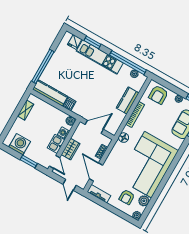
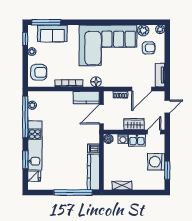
kitchen counter: (128, 100) -> (86, 98), moved
door: (94, 127) -> (102, 114), hinge flipped
washing machine: (20, 144) -> (156, 162), moved
window: (29, 162) -> (167, 170), moved

